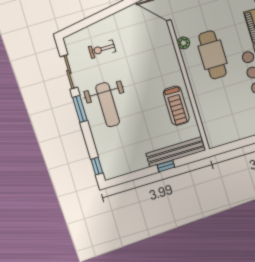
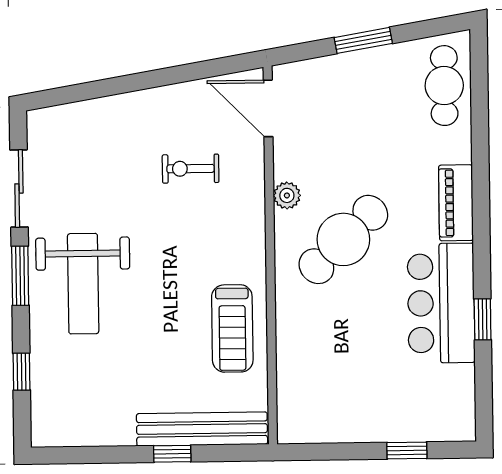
exercise bike: (102, 49) -> (191, 169), moved
cafe table: (213, 55) -> (343, 239), turned 46
window: (97, 166) -> (22, 372), moved

